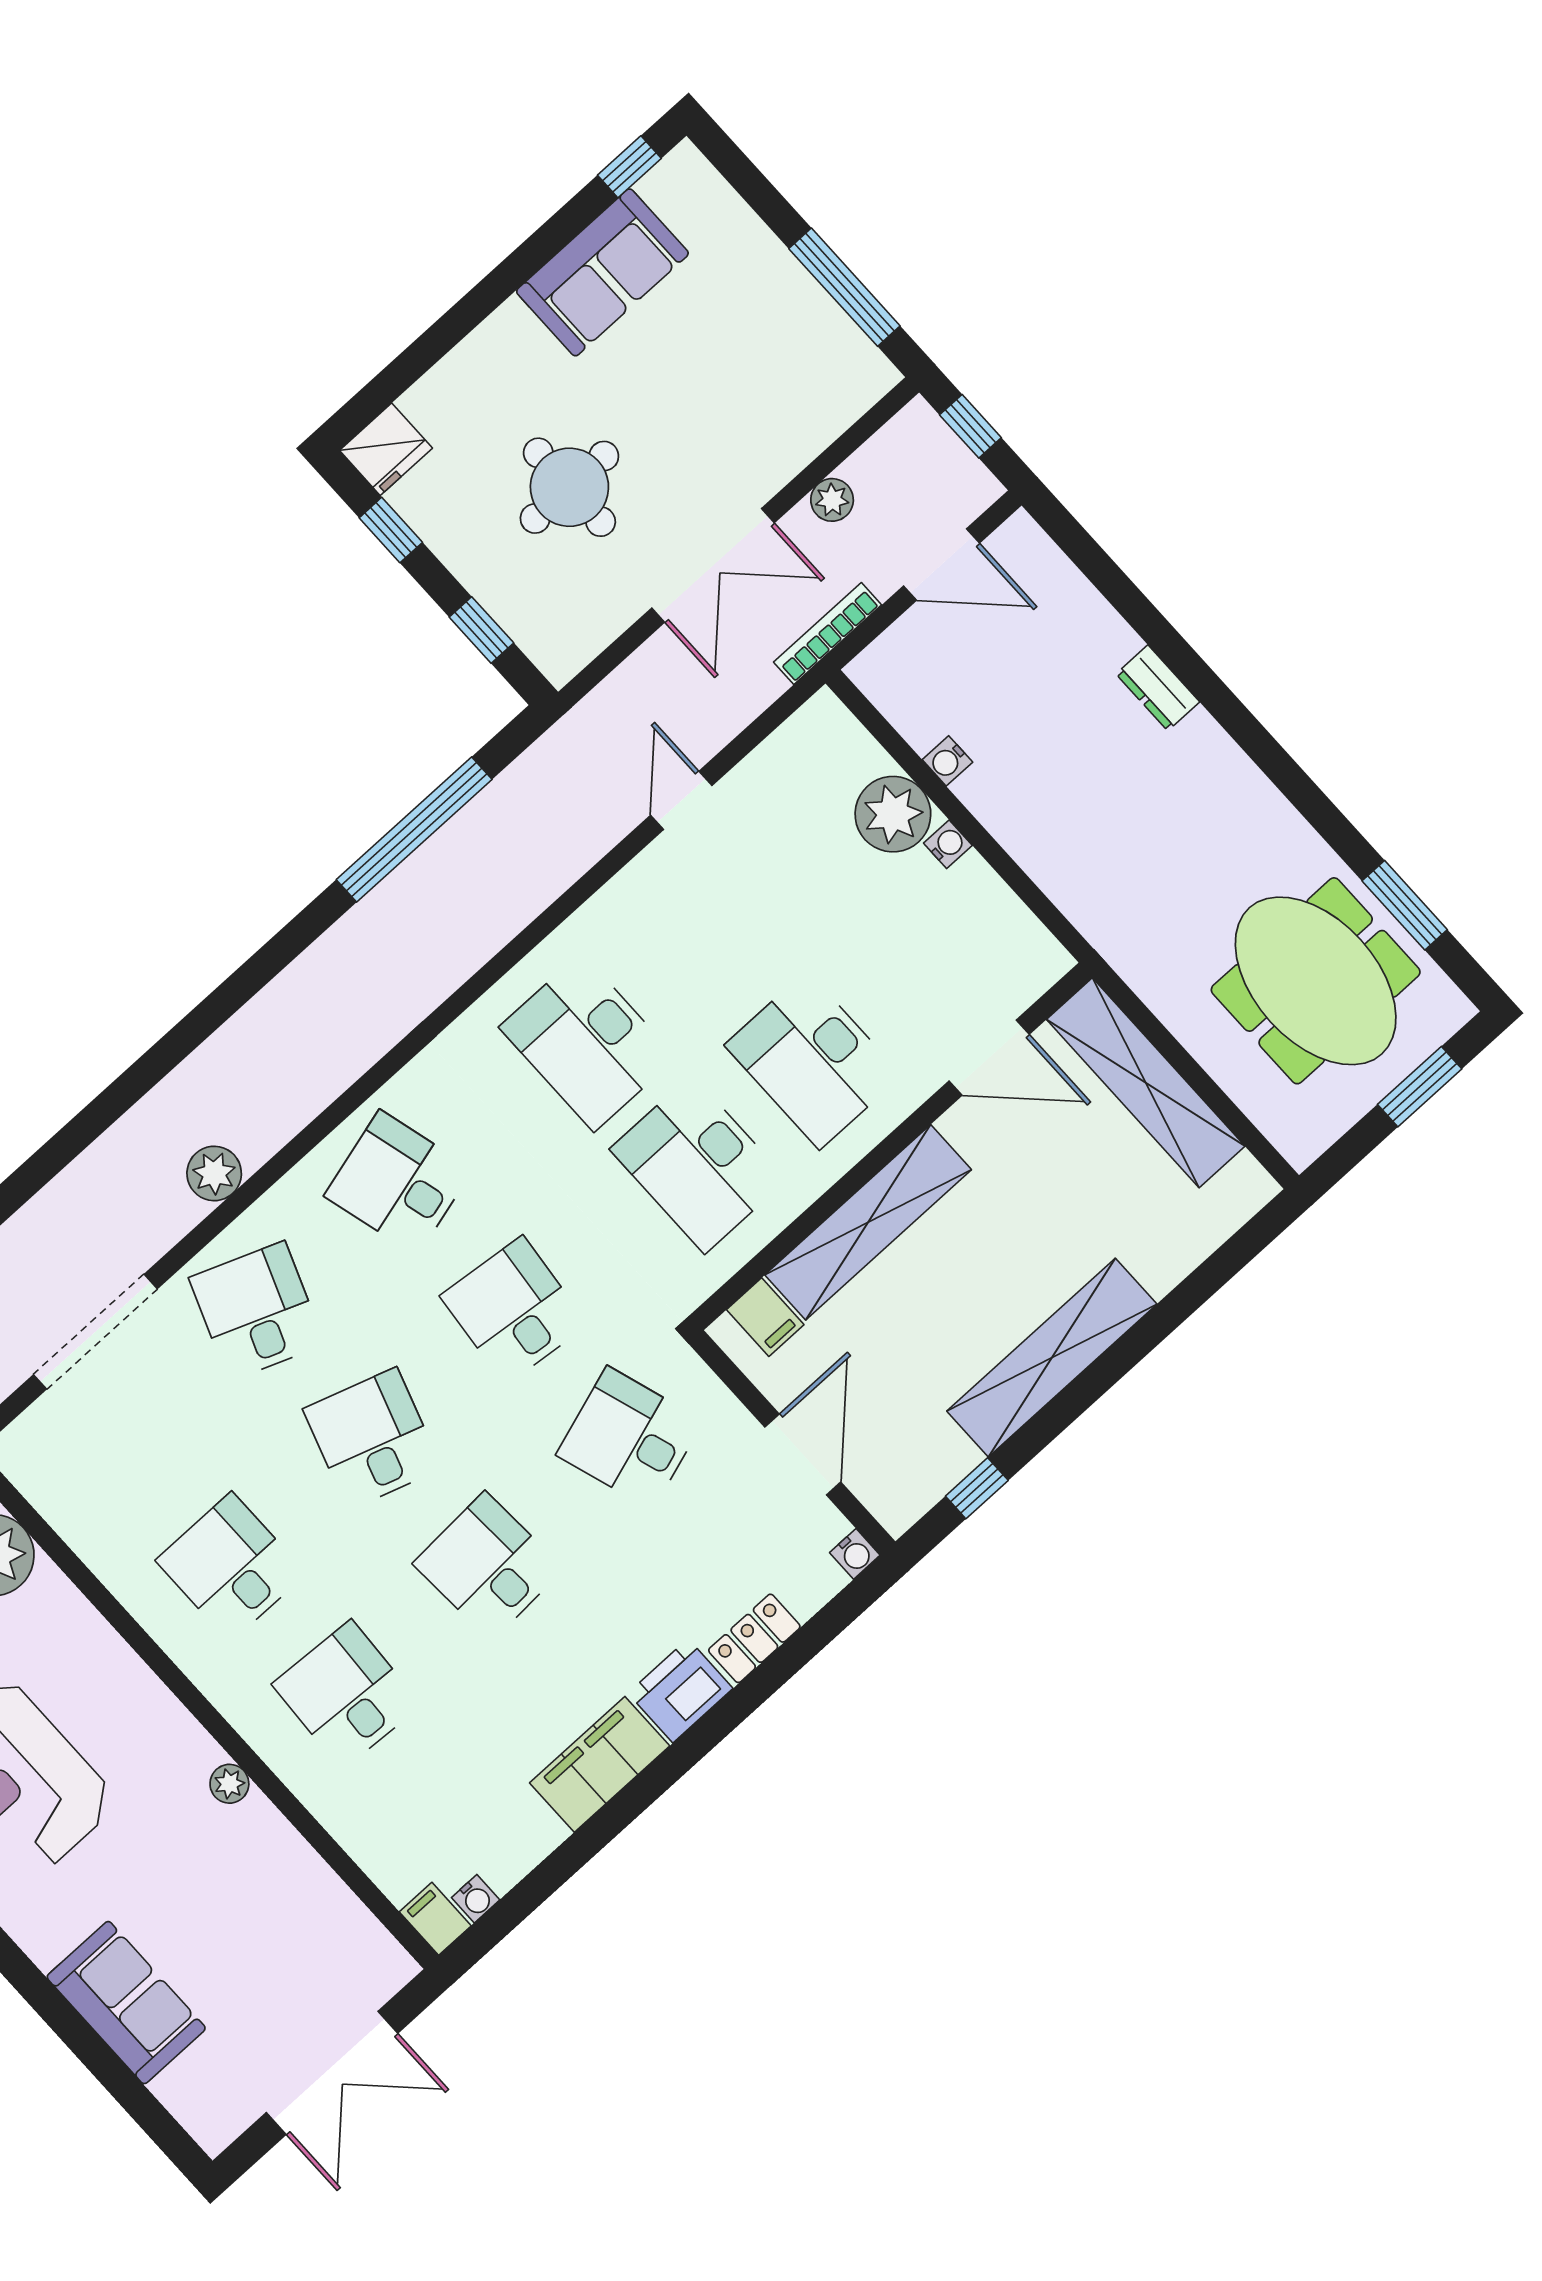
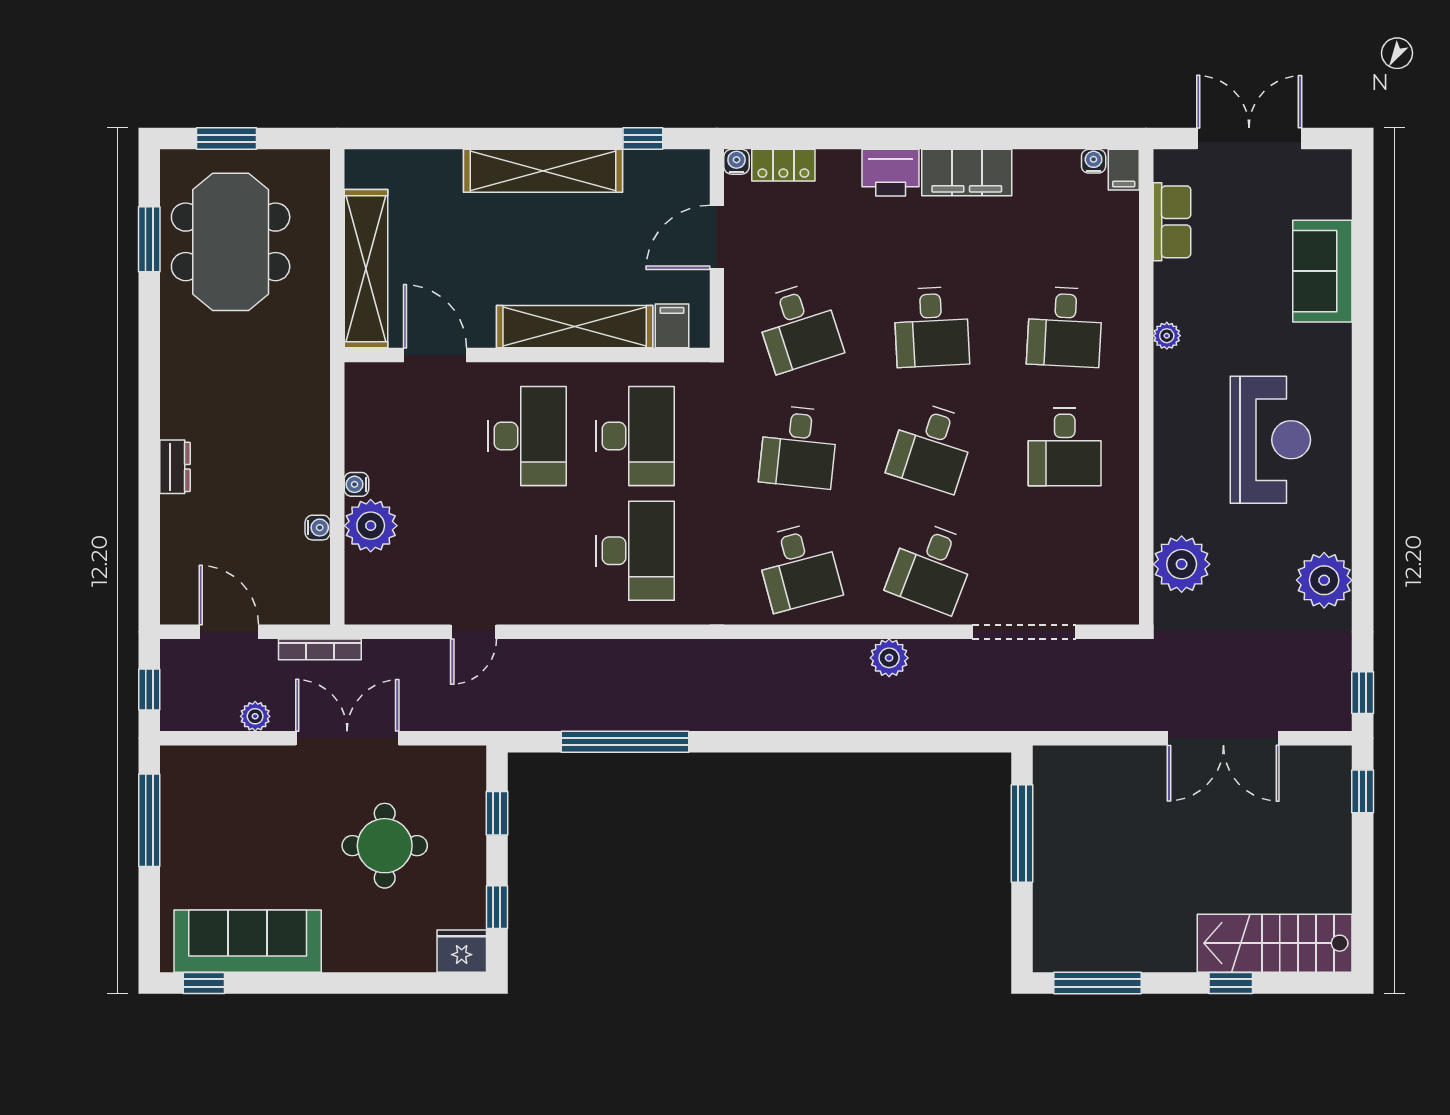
sofa: (602, 272) -> (248, 941), width x1.36
locker: (754, 1638) -> (783, 165), moved
row of seats: (334, 1910) -> (1172, 222), added

